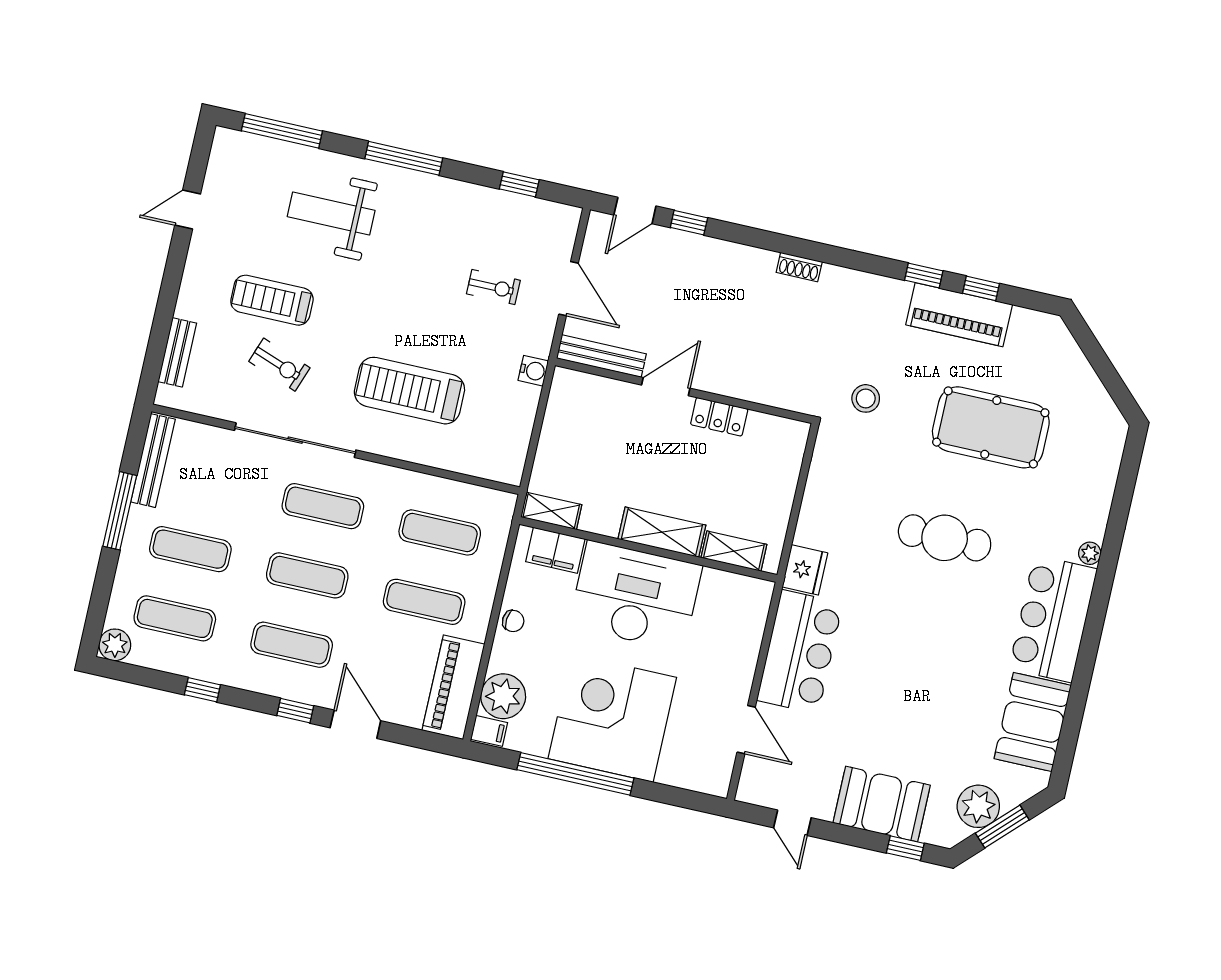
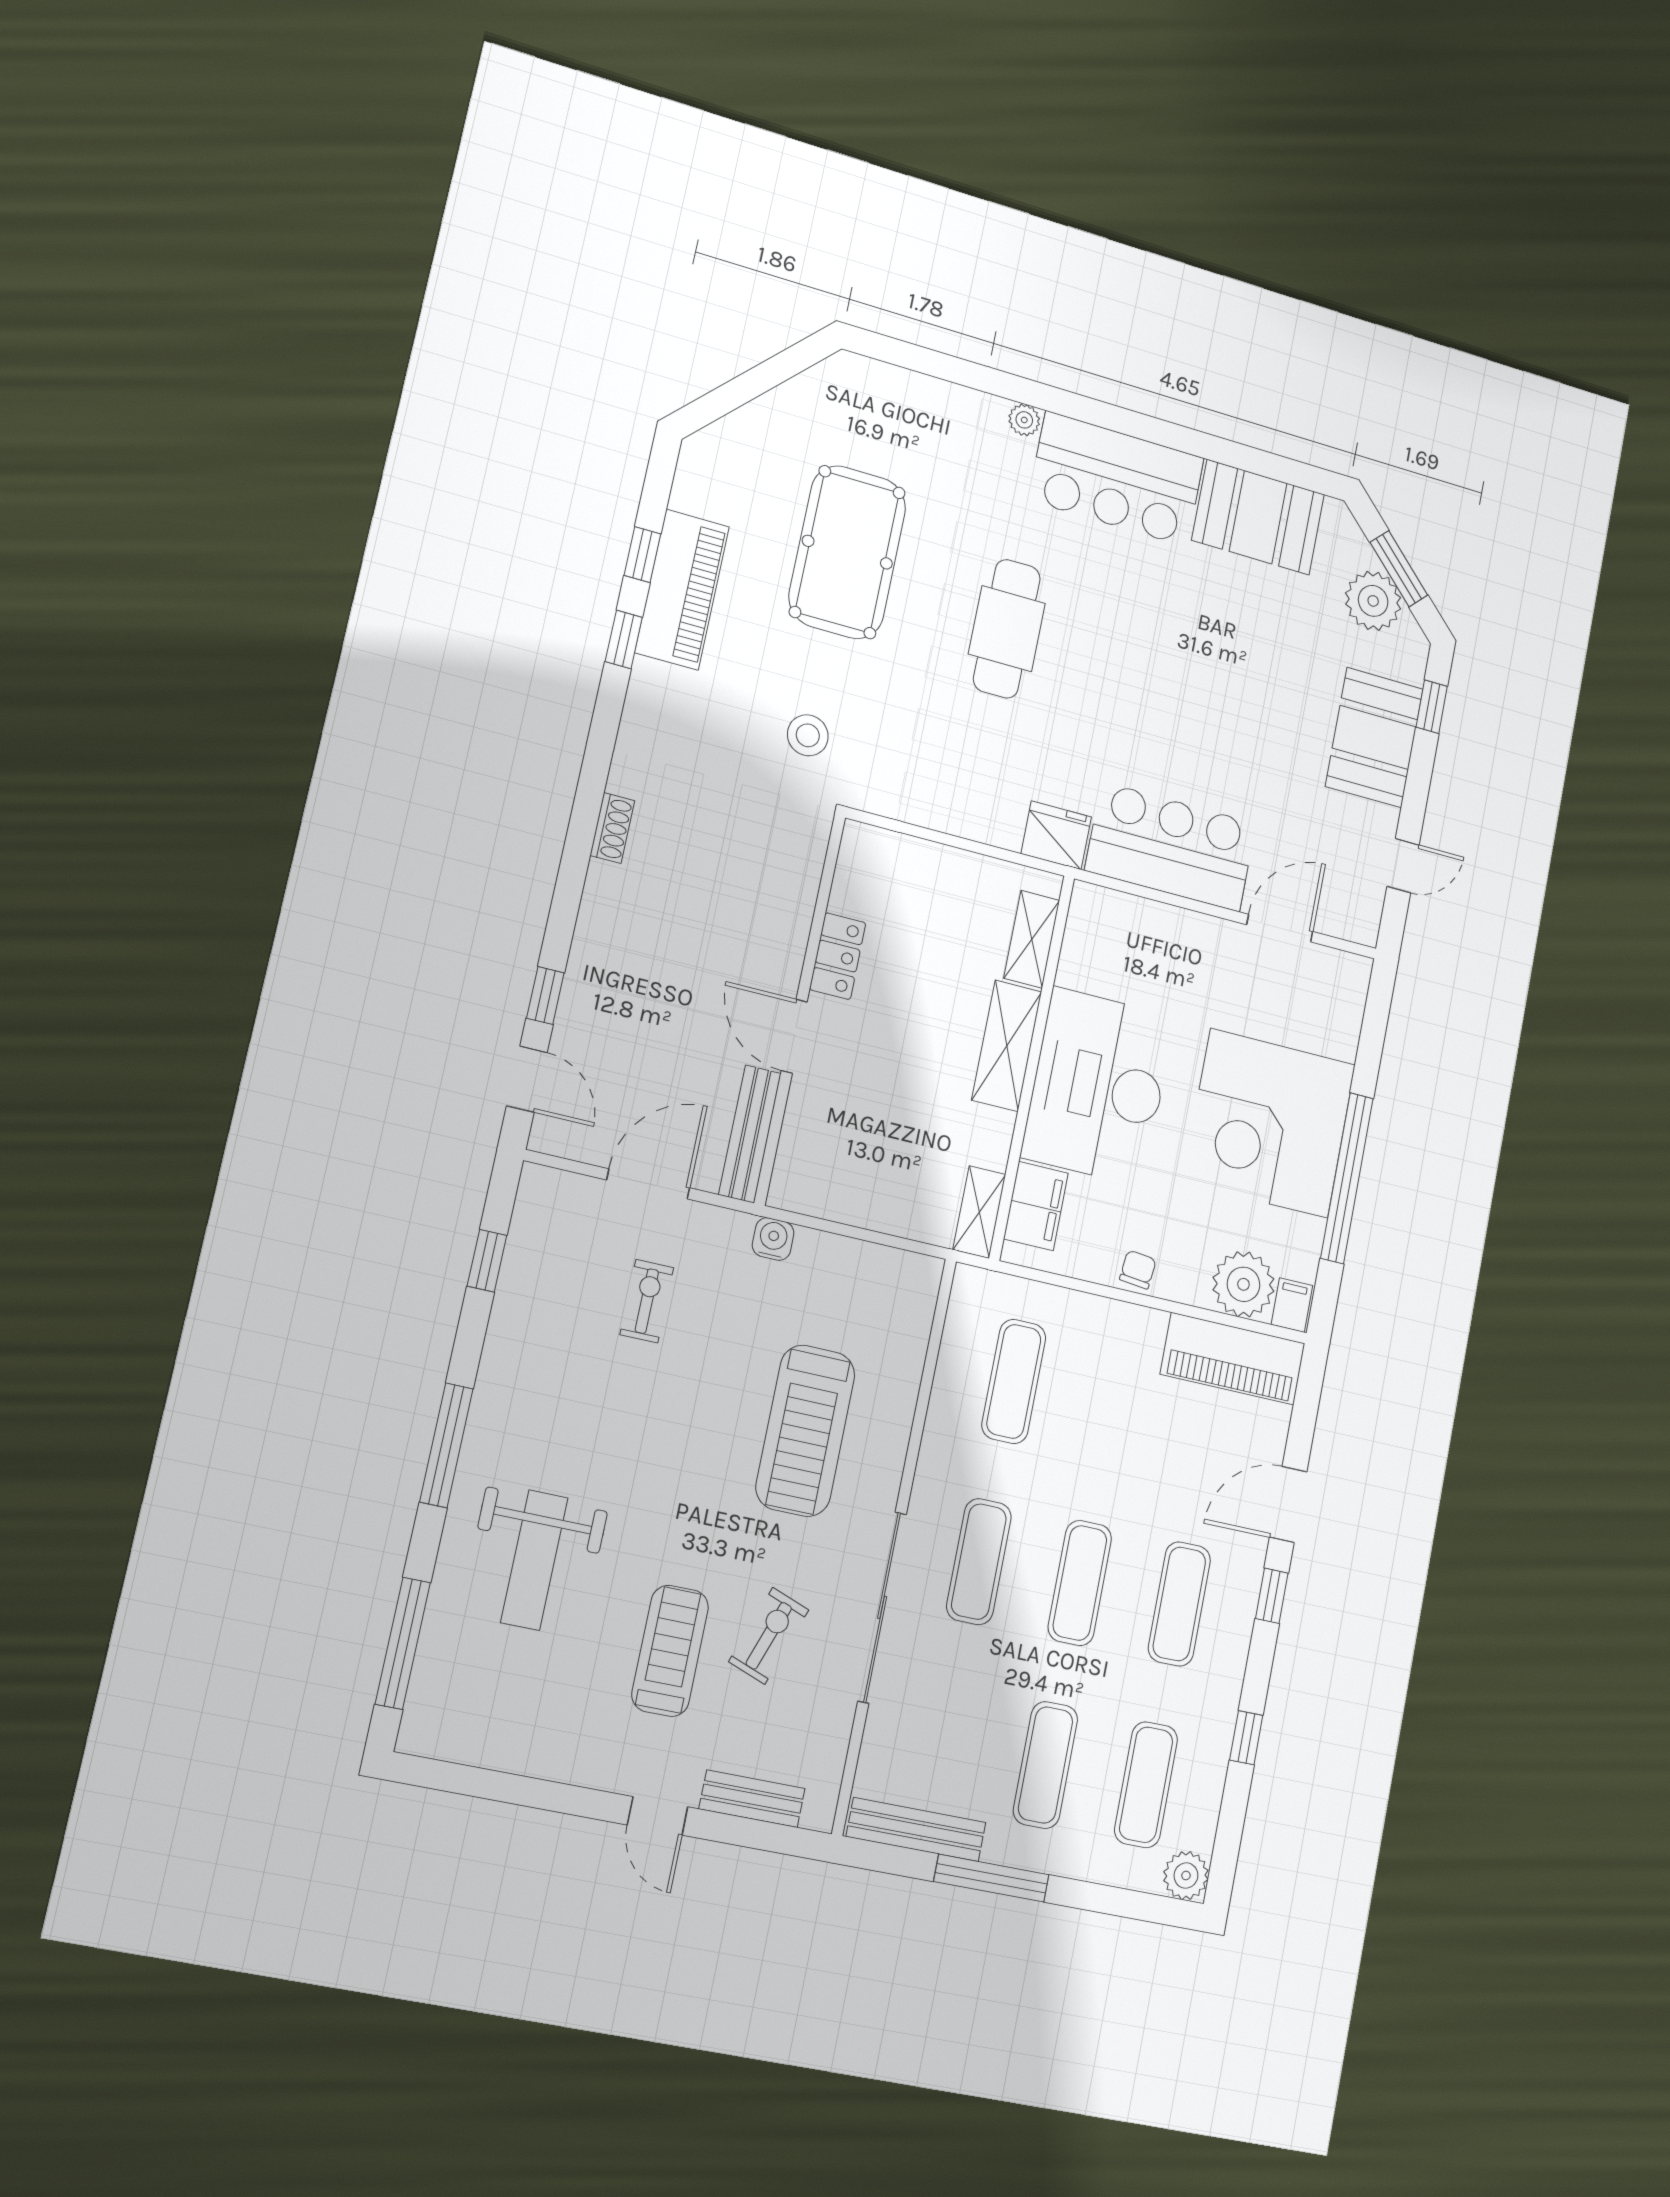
door: (188, 210) -> (657, 1816), moved
treadmill: (272, 300) -> (670, 1651), turned 180
exercise mat: (424, 602) -> (1114, 1404), removed

